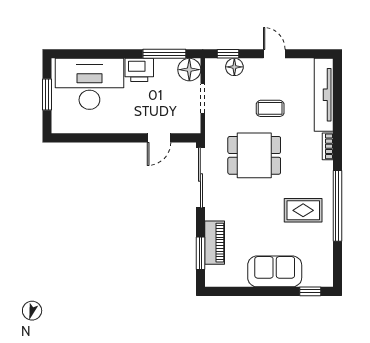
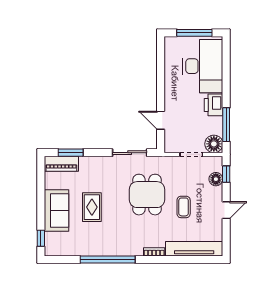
window: (47, 95) -> (194, 33), width x1.44
sliding door: (200, 178) -> (130, 153), width x0.73
rug: (303, 210) -> (92, 207), moved
piano: (215, 243) -> (61, 164), moved

